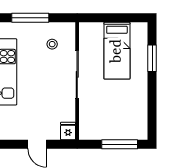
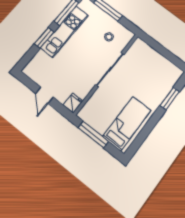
bed: (117, 51) -> (127, 123), moved, turned 180
window: (120, 144) -> (93, 135), moved

